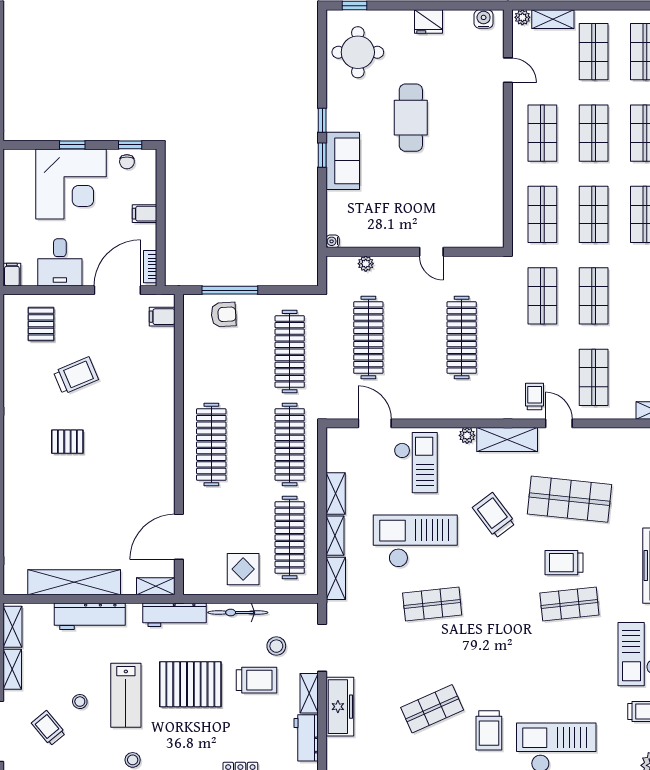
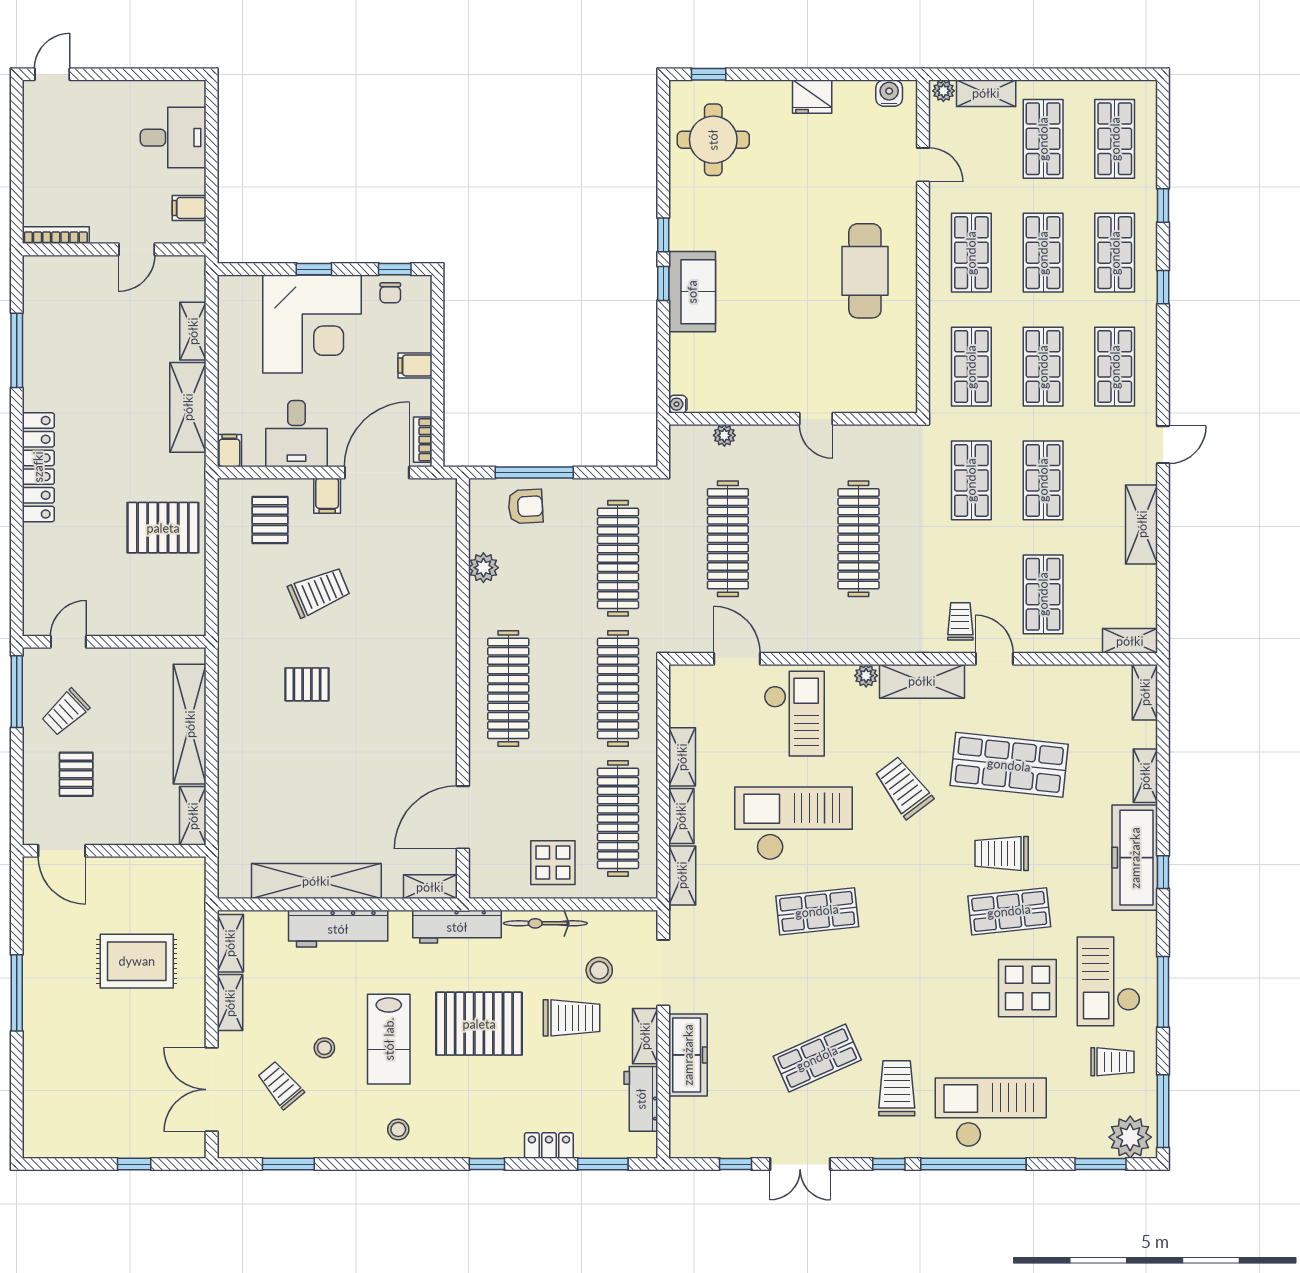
cafe table: (411, 118) -> (865, 271), moved
filing cabinet: (162, 317) -> (327, 496), moved, turned -90
plant: (194, 358) -> (483, 568), added
display table: (582, 659) -> (1027, 988), added
trolley: (489, 730) -> (897, 1088), turned 180

